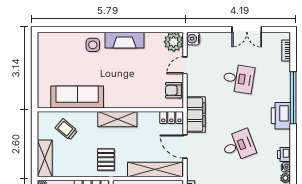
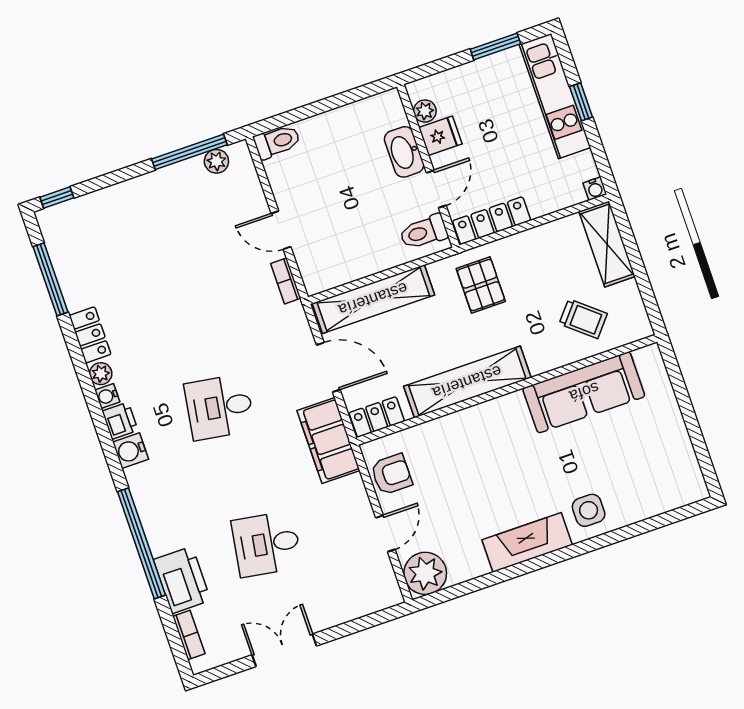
water cooler: (193, 39) -> (131, 451), moved, turned 180
printer: (281, 116) -> (182, 580), moved
shelving: (117, 119) -> (467, 382), width x1.47
desk: (239, 146) -> (219, 407), turned 30

